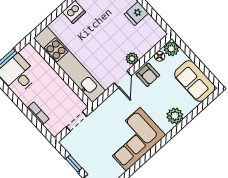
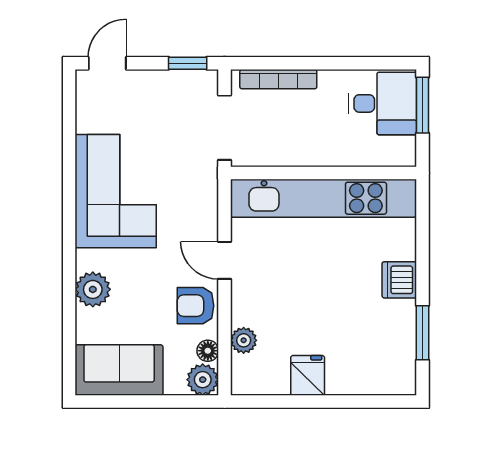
plant: (132, 59) -> (244, 340), moved
bookcase: (38, 113) -> (278, 79), width x1.56
doorway: (76, 121) -> (225, 128), width x1.38
window: (74, 163) -> (188, 63), moved

